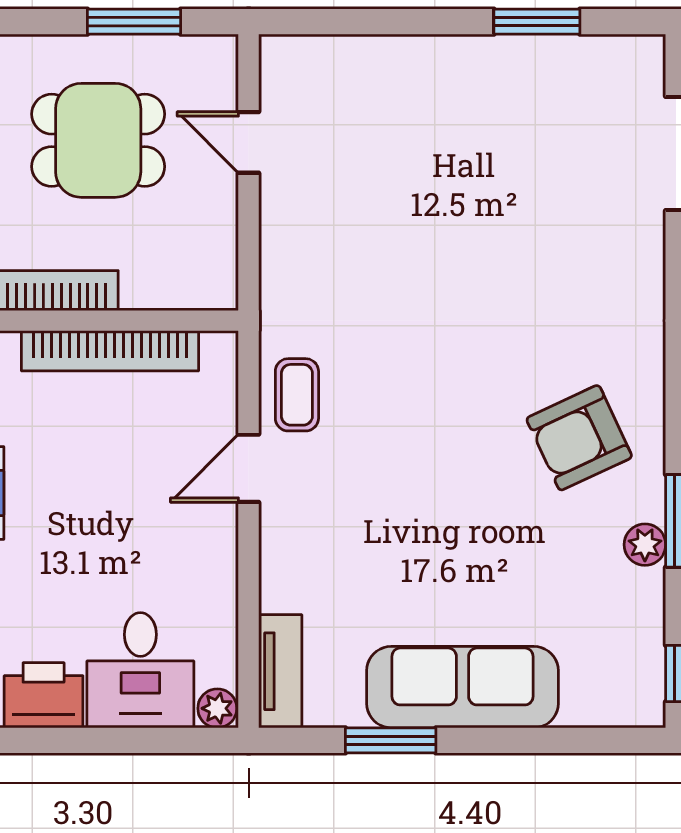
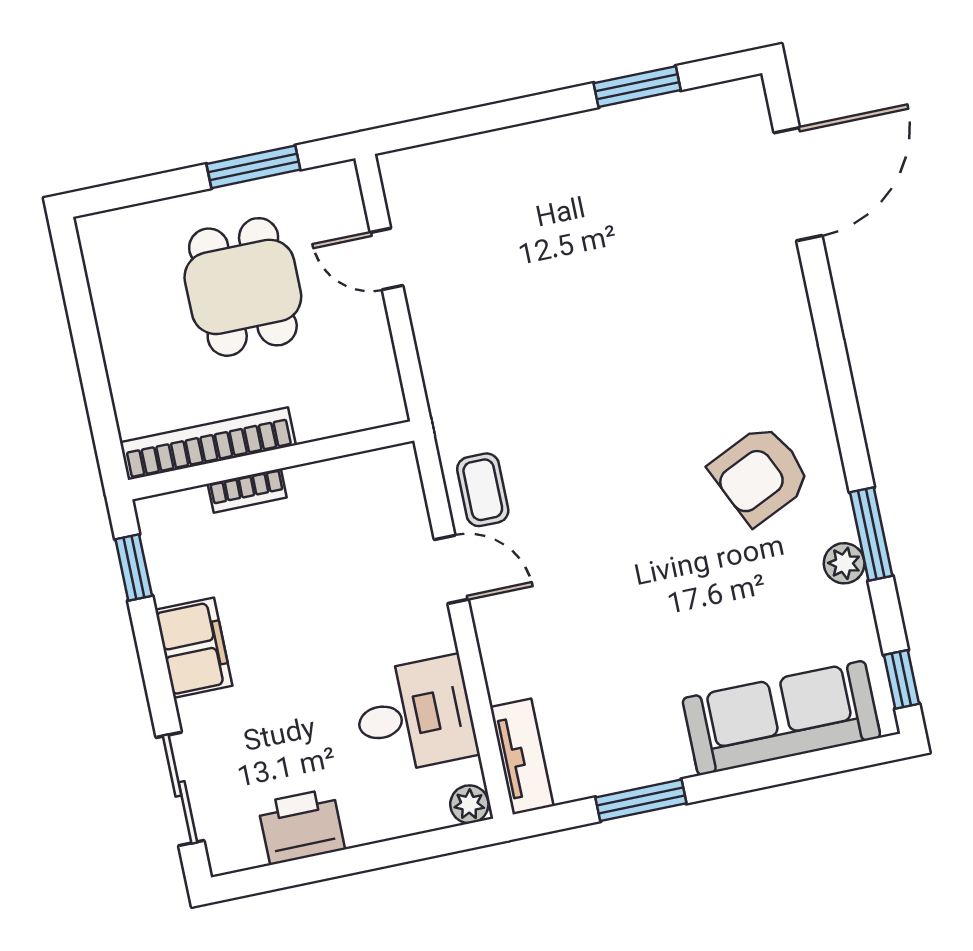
dining table: (98, 140) -> (243, 287), turned 90
bookcase: (110, 351) -> (247, 491), width x0.43, depth x0.76
door: (249, 468) -> (451, 569), swing flipped
desk: (140, 670) -> (415, 715), moved, turned -90
sofa: (463, 687) -> (781, 718), moved

